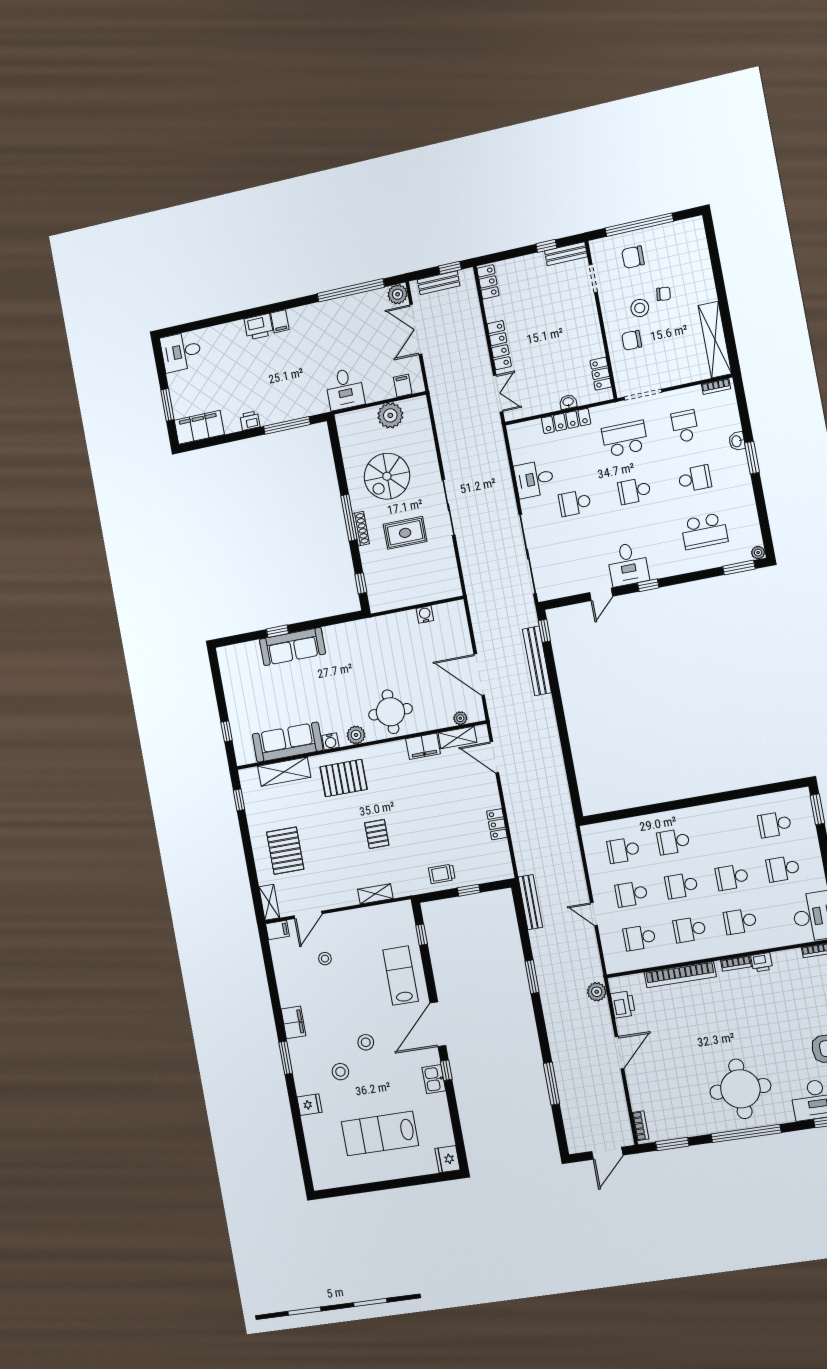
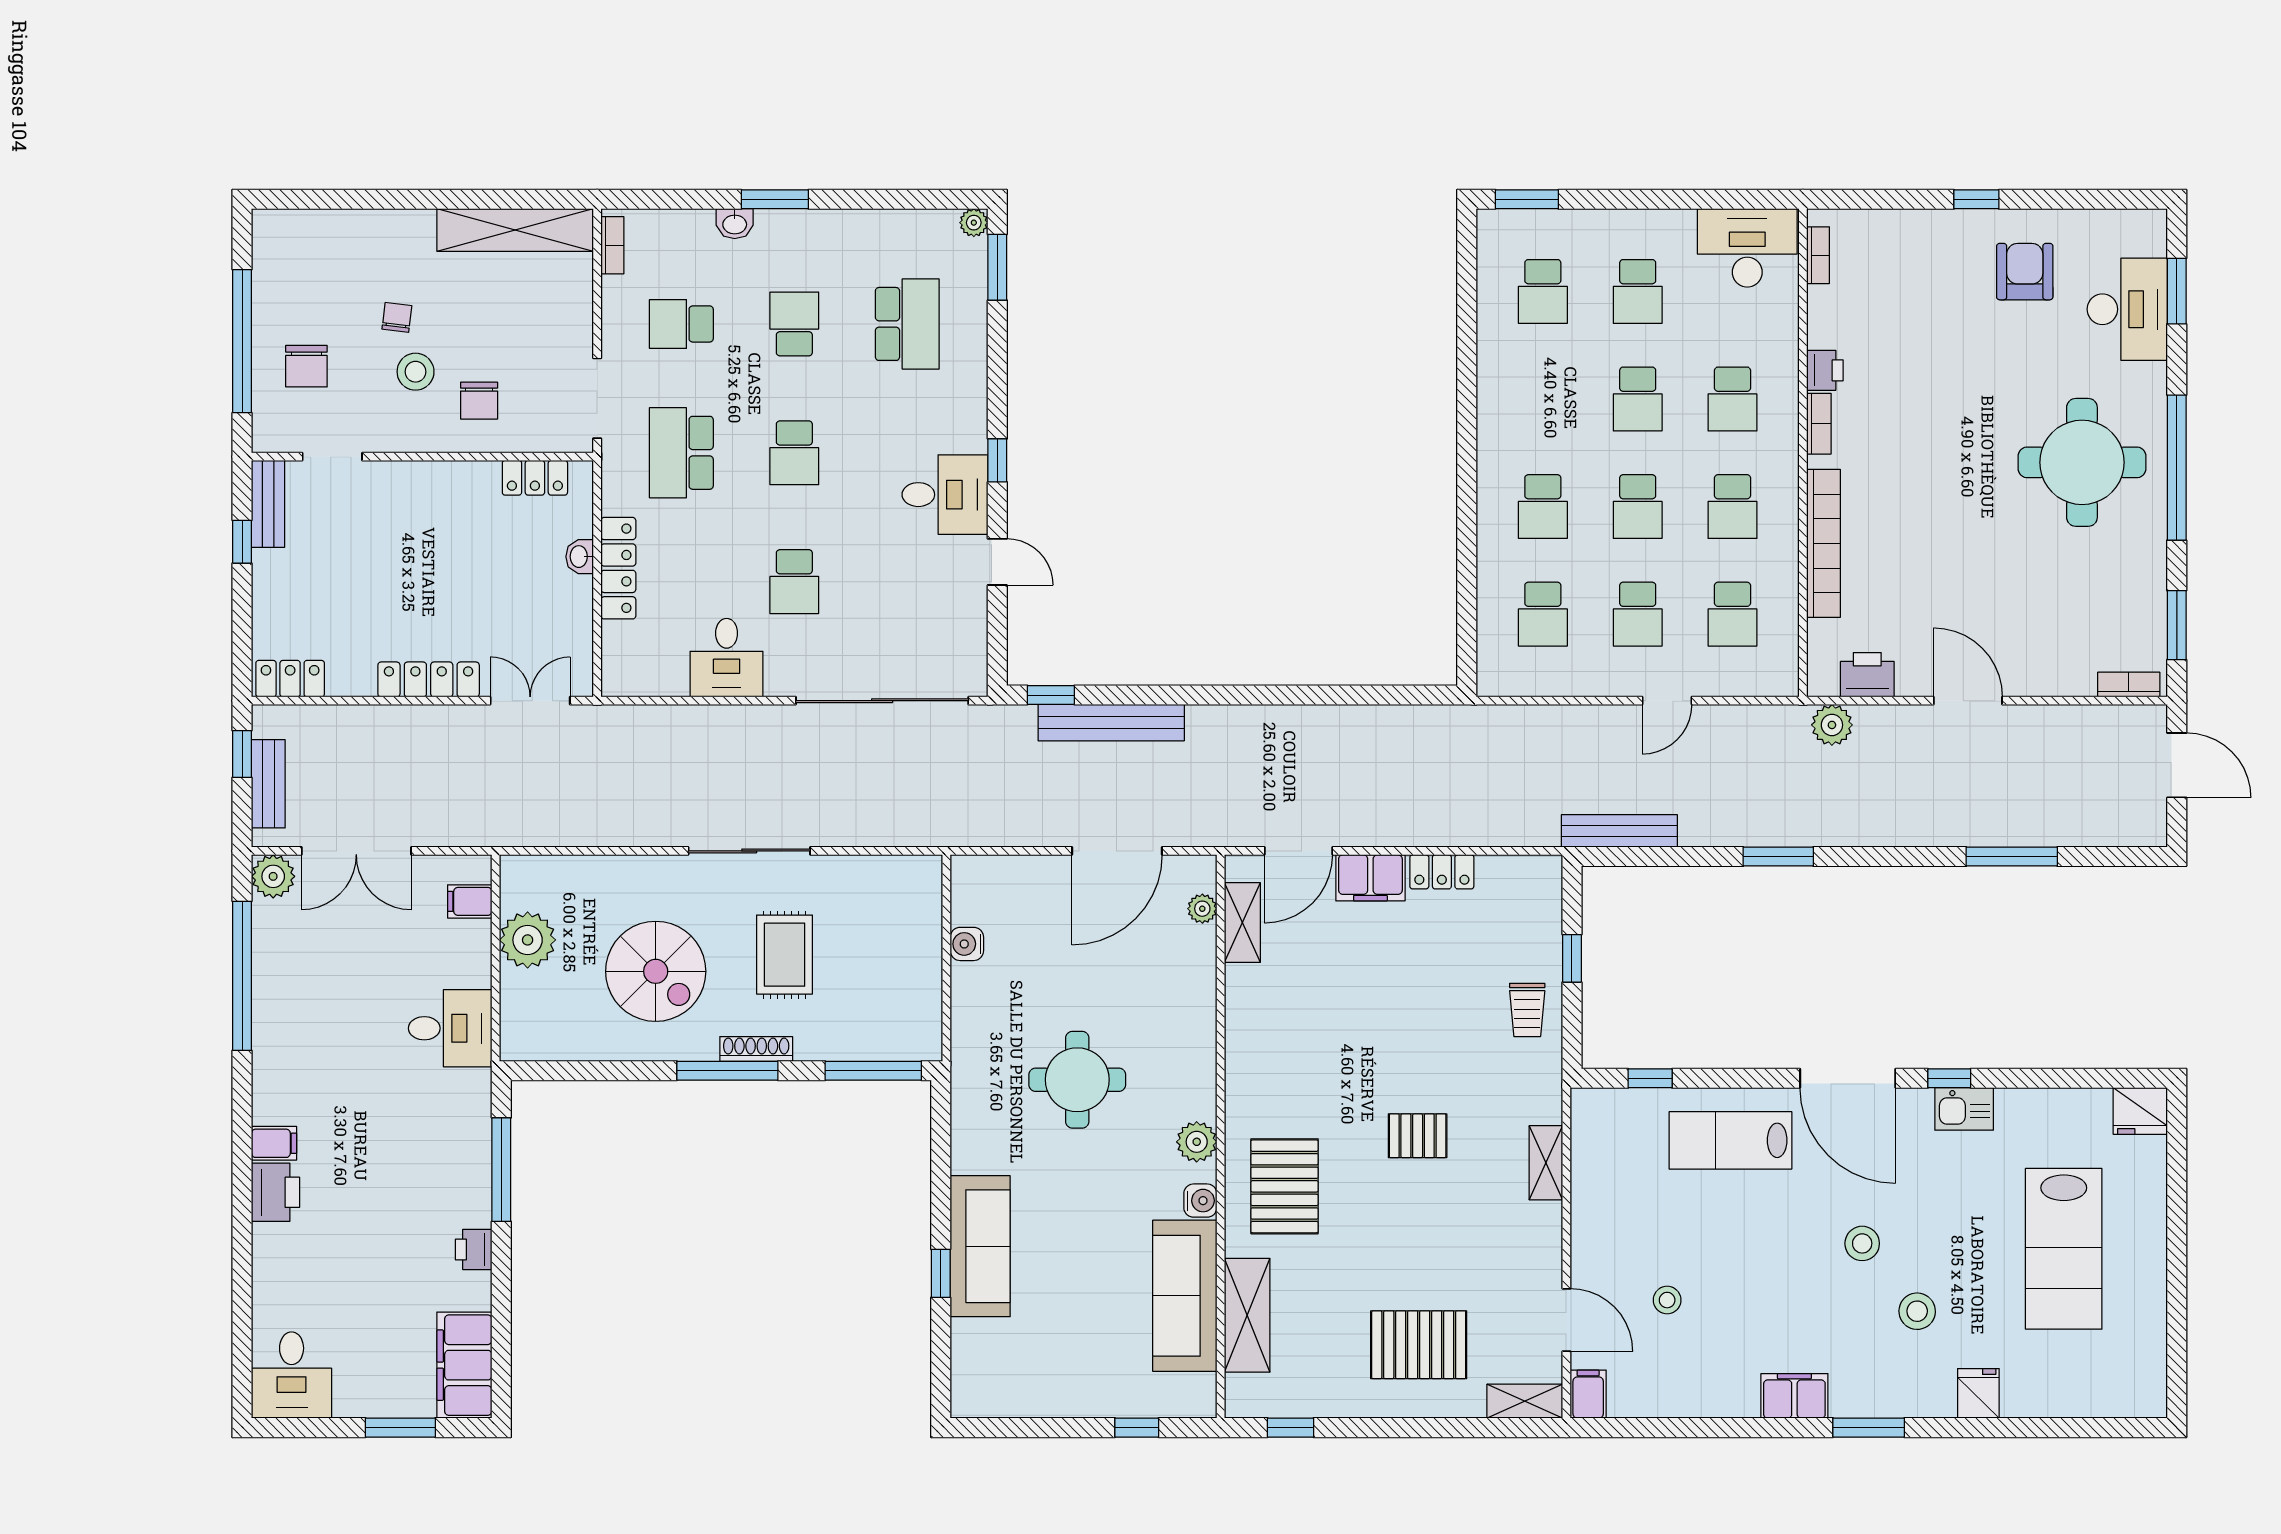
window: (361, 583) -> (873, 1071), width x2.17
round table: (390, 712) -> (1077, 1080), moved
filing cabinet: (423, 746) -> (1370, 878), moved, turned 90

